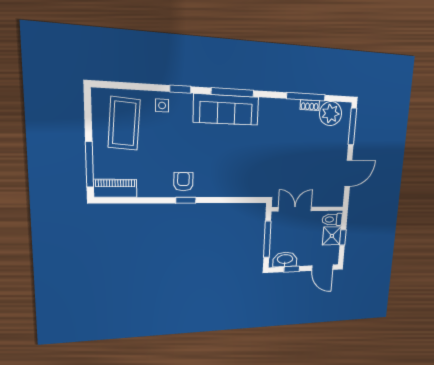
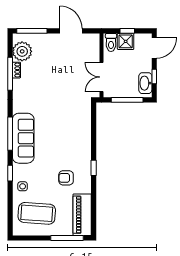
armchair: (183, 182) -> (66, 178), moved
piano: (115, 188) -> (82, 215), width x1.37, depth x1.33

